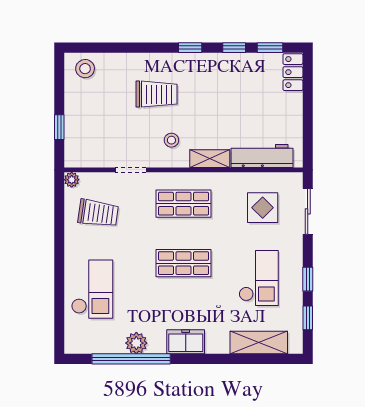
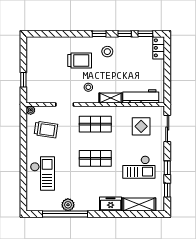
stool: (85, 69) -> (107, 52), moved
checkout: (259, 278) -> (139, 167), turned 90
freezer: (186, 342) -> (111, 204), moved

